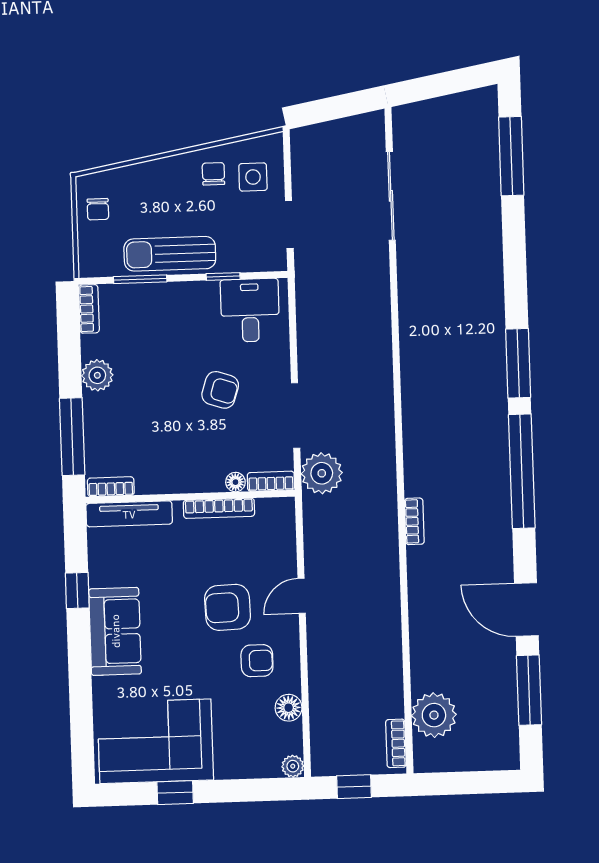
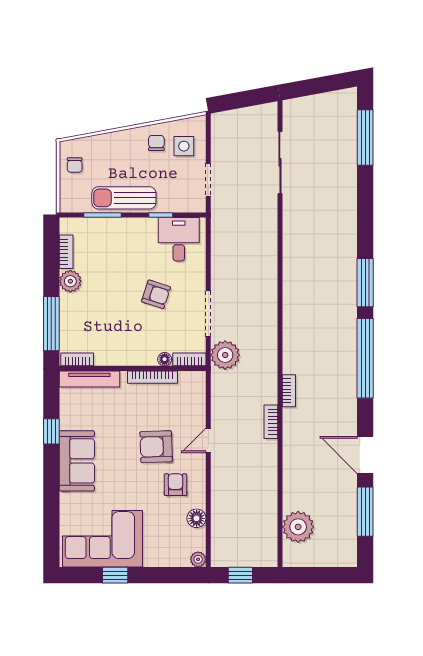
bookcase: (89, 309) -> (66, 252), moved
armchair: (257, 661) -> (175, 485), turned -90
bookcase: (396, 743) -> (271, 422), moved

